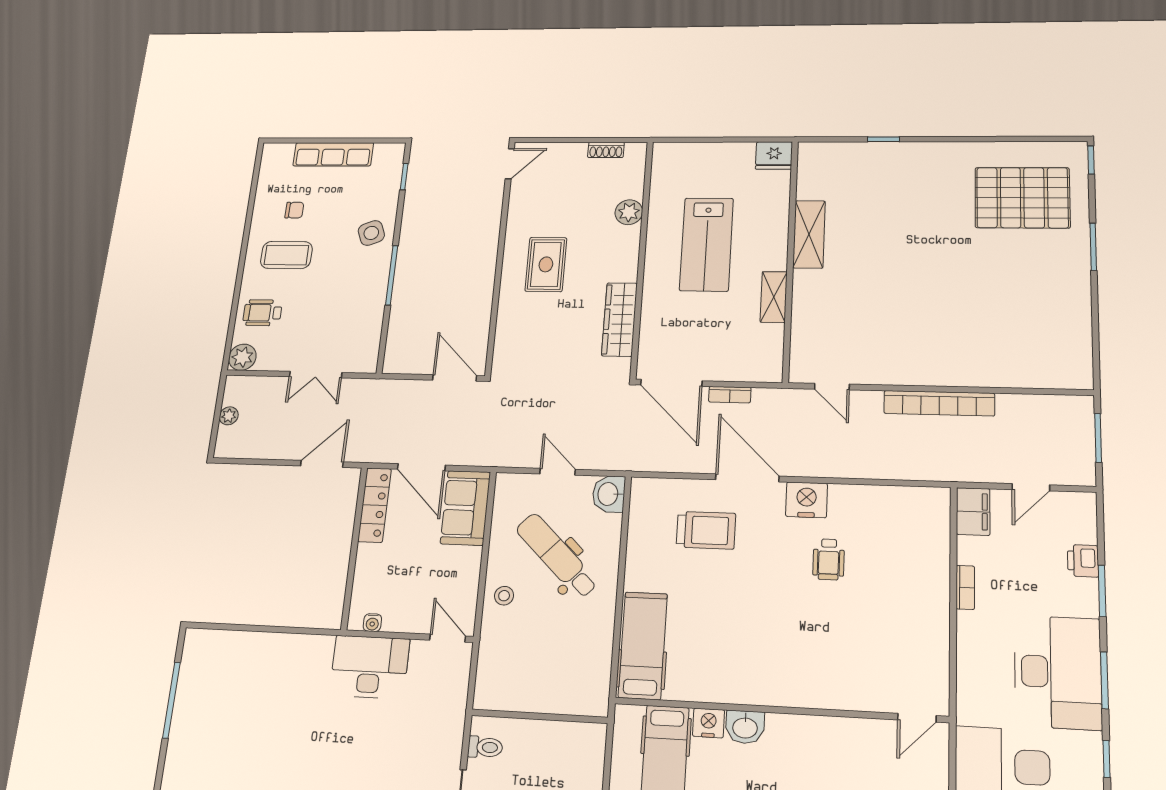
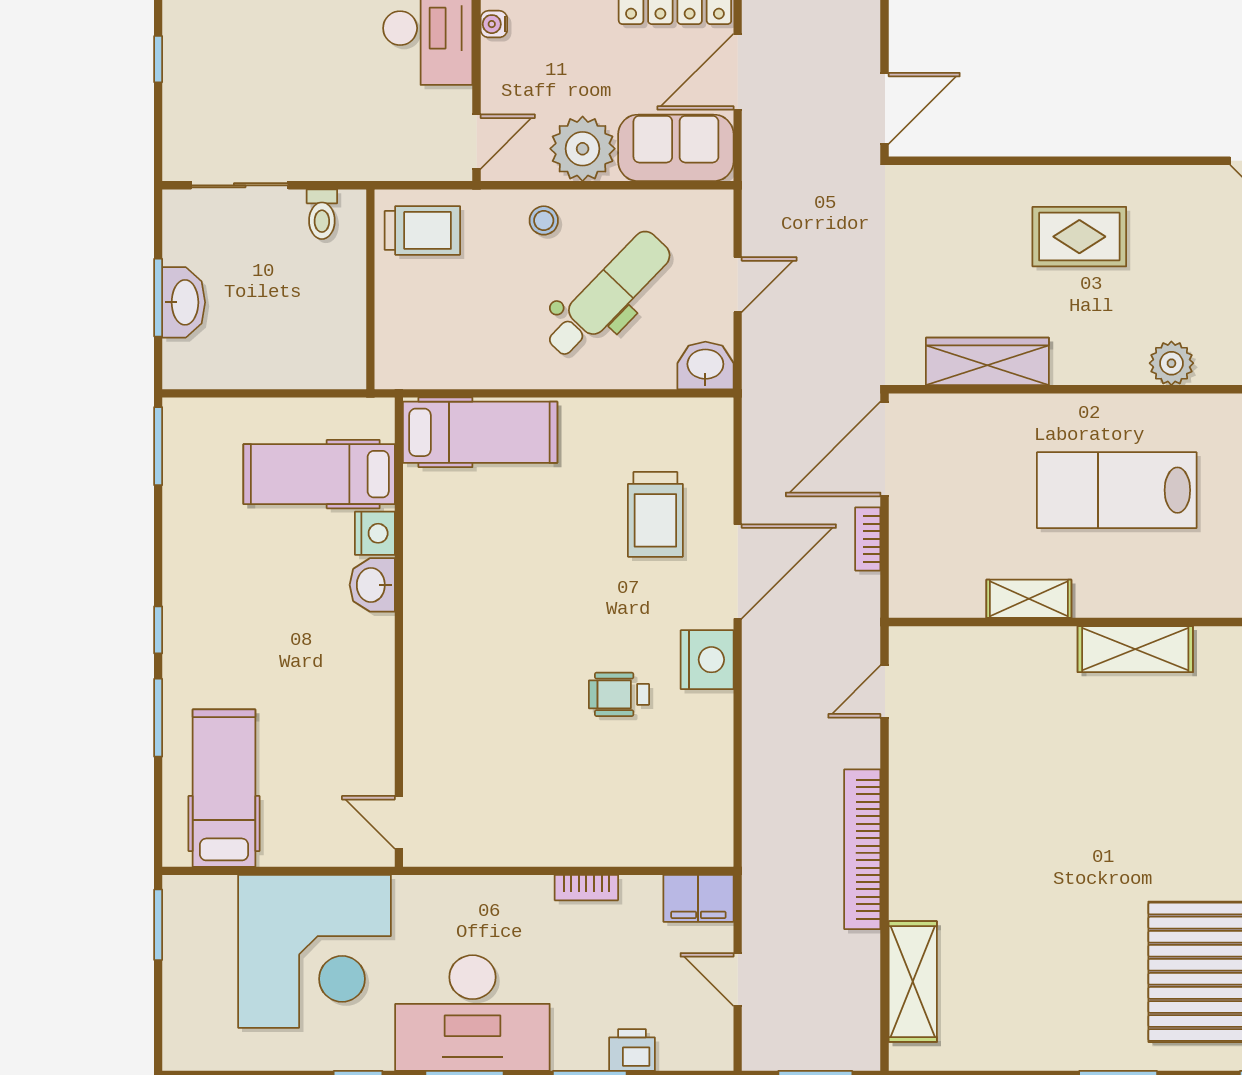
shelving: (1031, 373) -> (913, 982), added
plant: (460, 568) -> (583, 149), added
trolley: (503, 678) -> (422, 230), added

